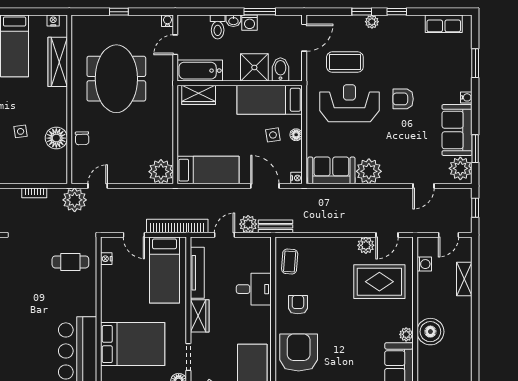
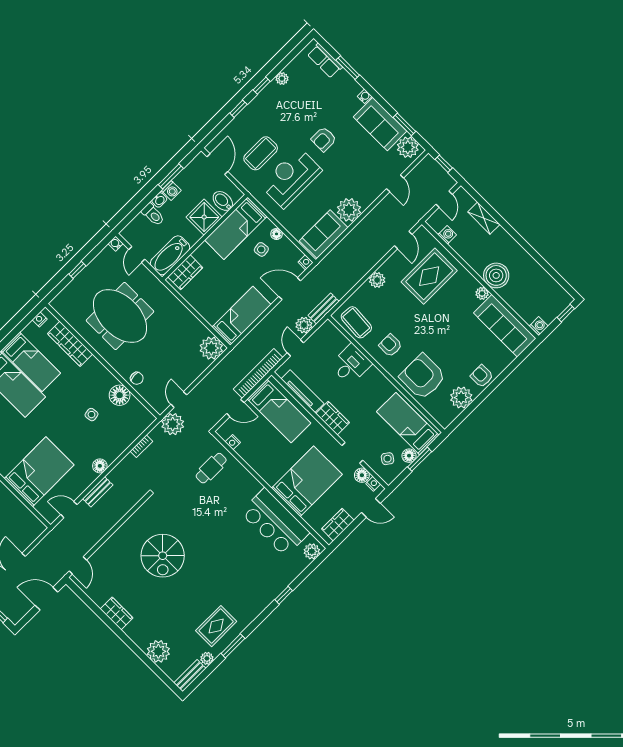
plant: (372, 22) -> (282, 79), moved
row of seats: (444, 24) -> (325, 61), moved, turned 90
plant: (366, 245) -> (377, 280), moved
coffee table: (290, 262) -> (356, 322), width x1.36, depth x1.30

